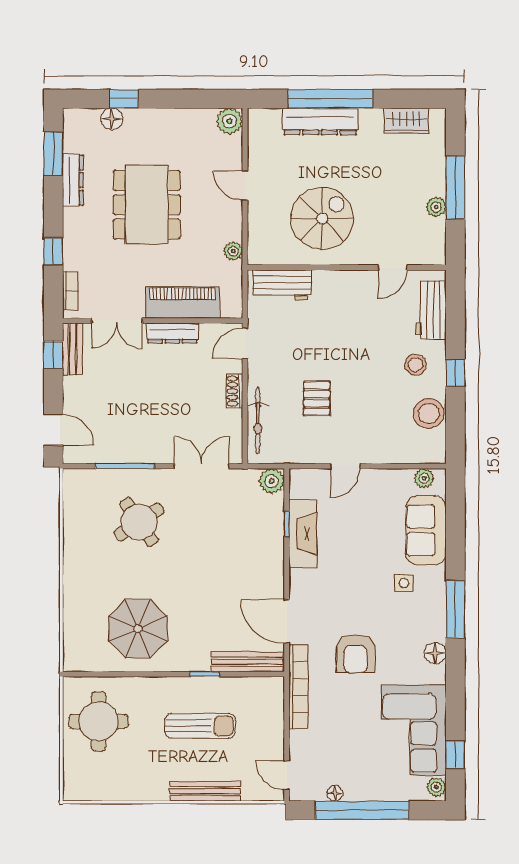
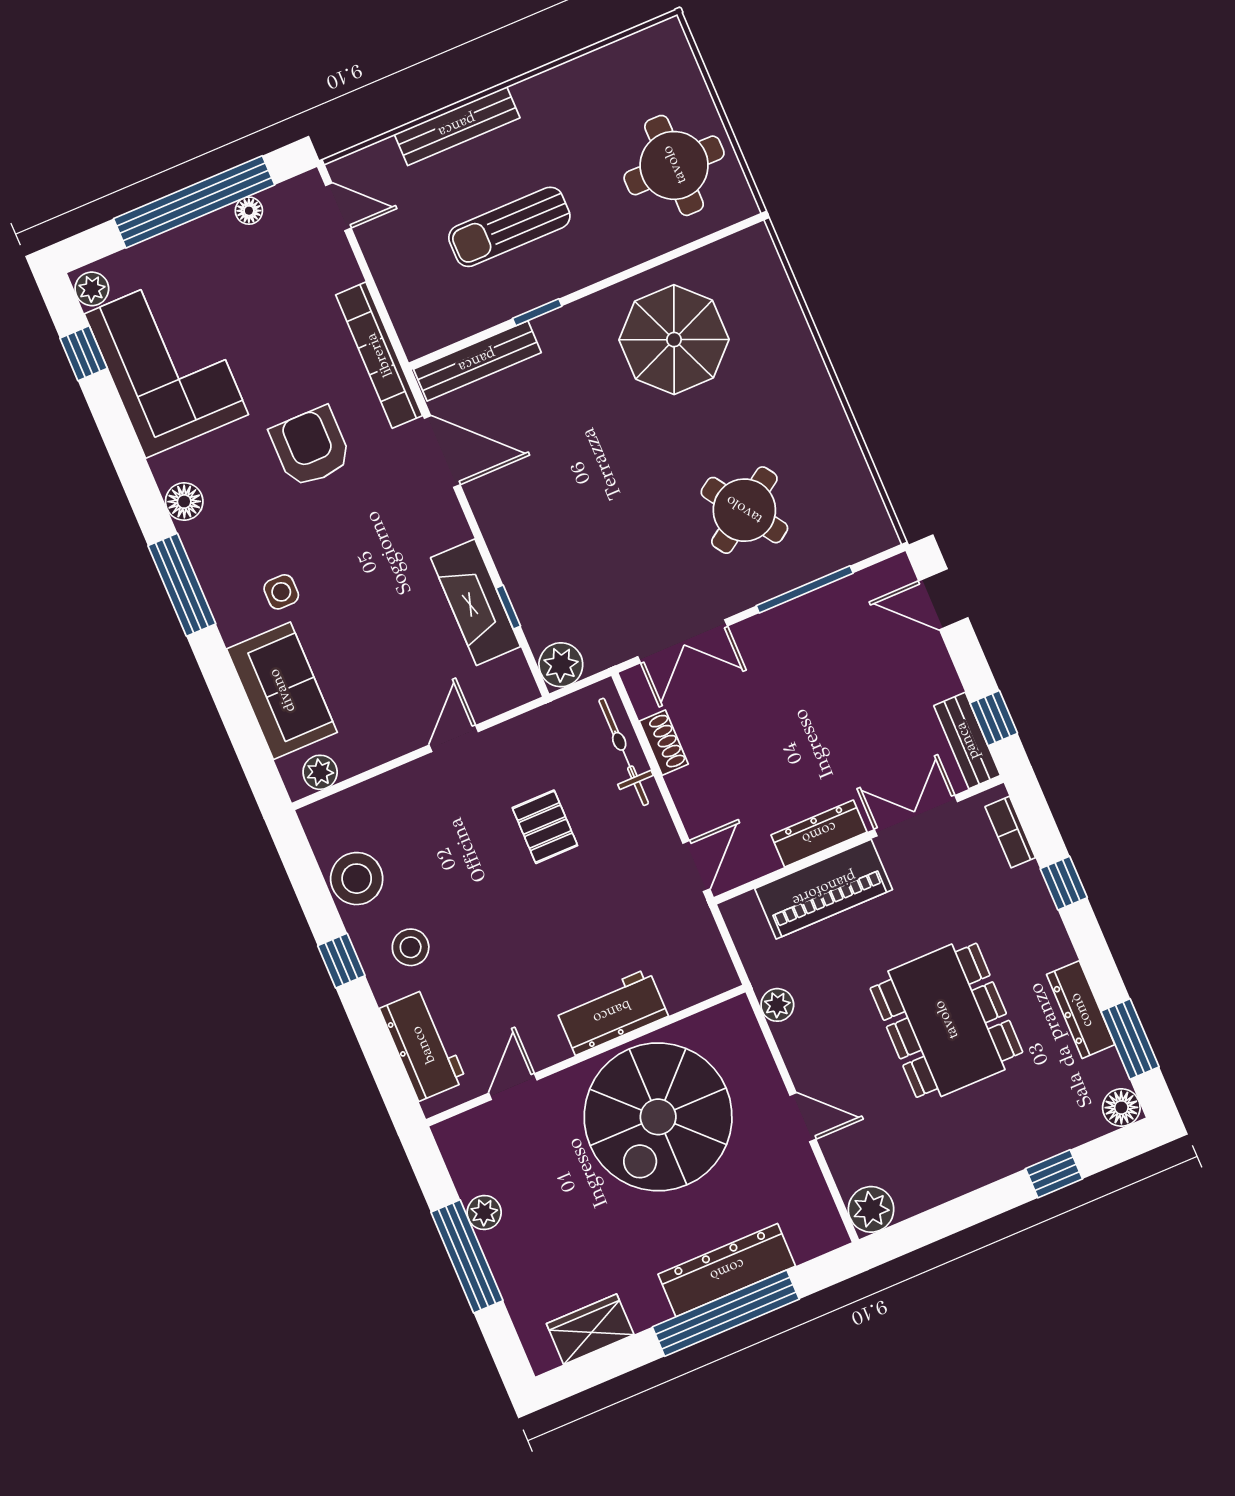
floor lamp: (112, 119) -> (1121, 1107), moved
spiral stairs: (322, 219) -> (658, 1117), width x1.37, depth x1.37
workbench: (282, 285) -> (612, 1012), moved
shoe rack: (234, 391) -> (664, 743), moved

